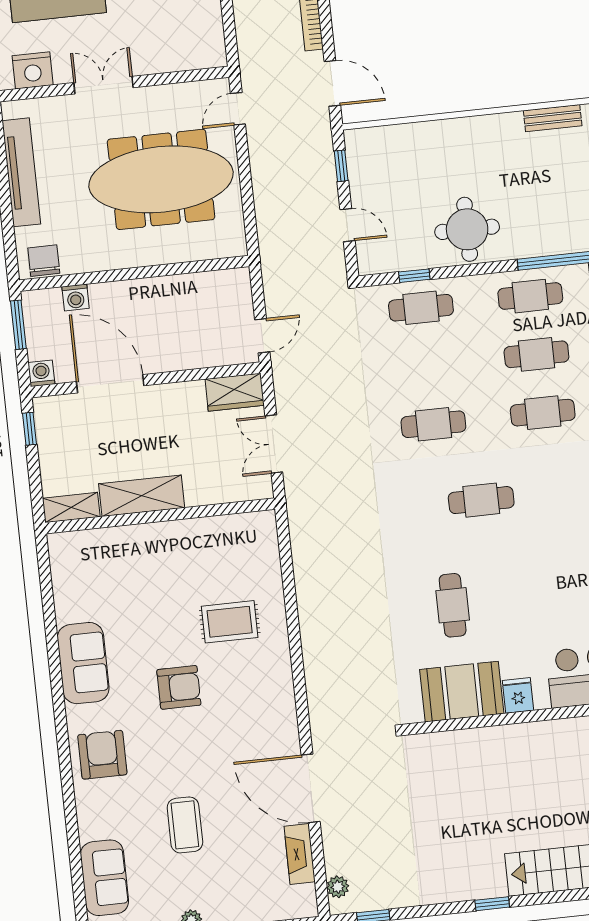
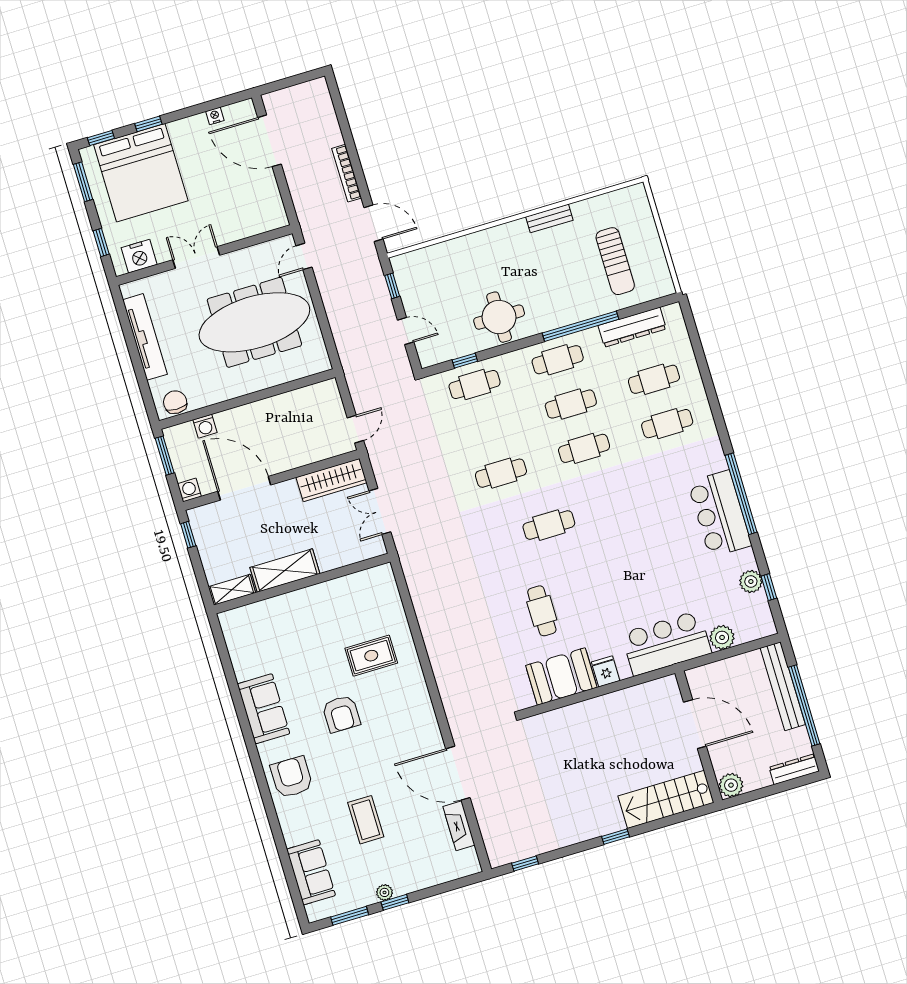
wardrobe: (235, 392) -> (331, 480), width x1.50
armchair: (179, 687) -> (341, 714), turned 90
plant: (338, 887) -> (493, 846), removed

